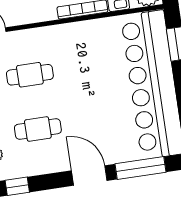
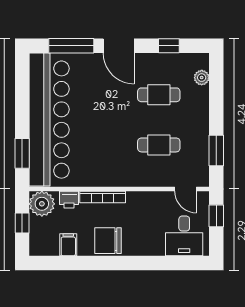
window: (17, 186) -> (169, 46), moved

